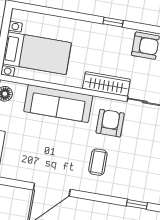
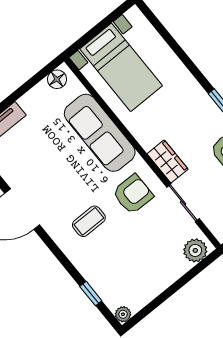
wardrobe: (106, 84) -> (168, 161), width x0.67

